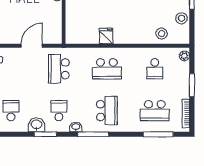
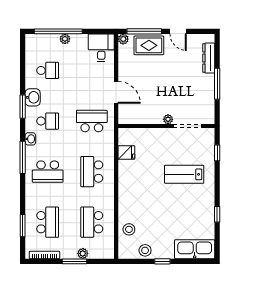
fridge: (106, 36) -> (126, 153), moved
plant: (184, 56) -> (83, 253), moved
school desk: (155, 69) -> (92, 222), width x1.85
school desk: (155, 111) -> (48, 222), turned 180
window: (158, 134) -> (23, 226), width x0.69

